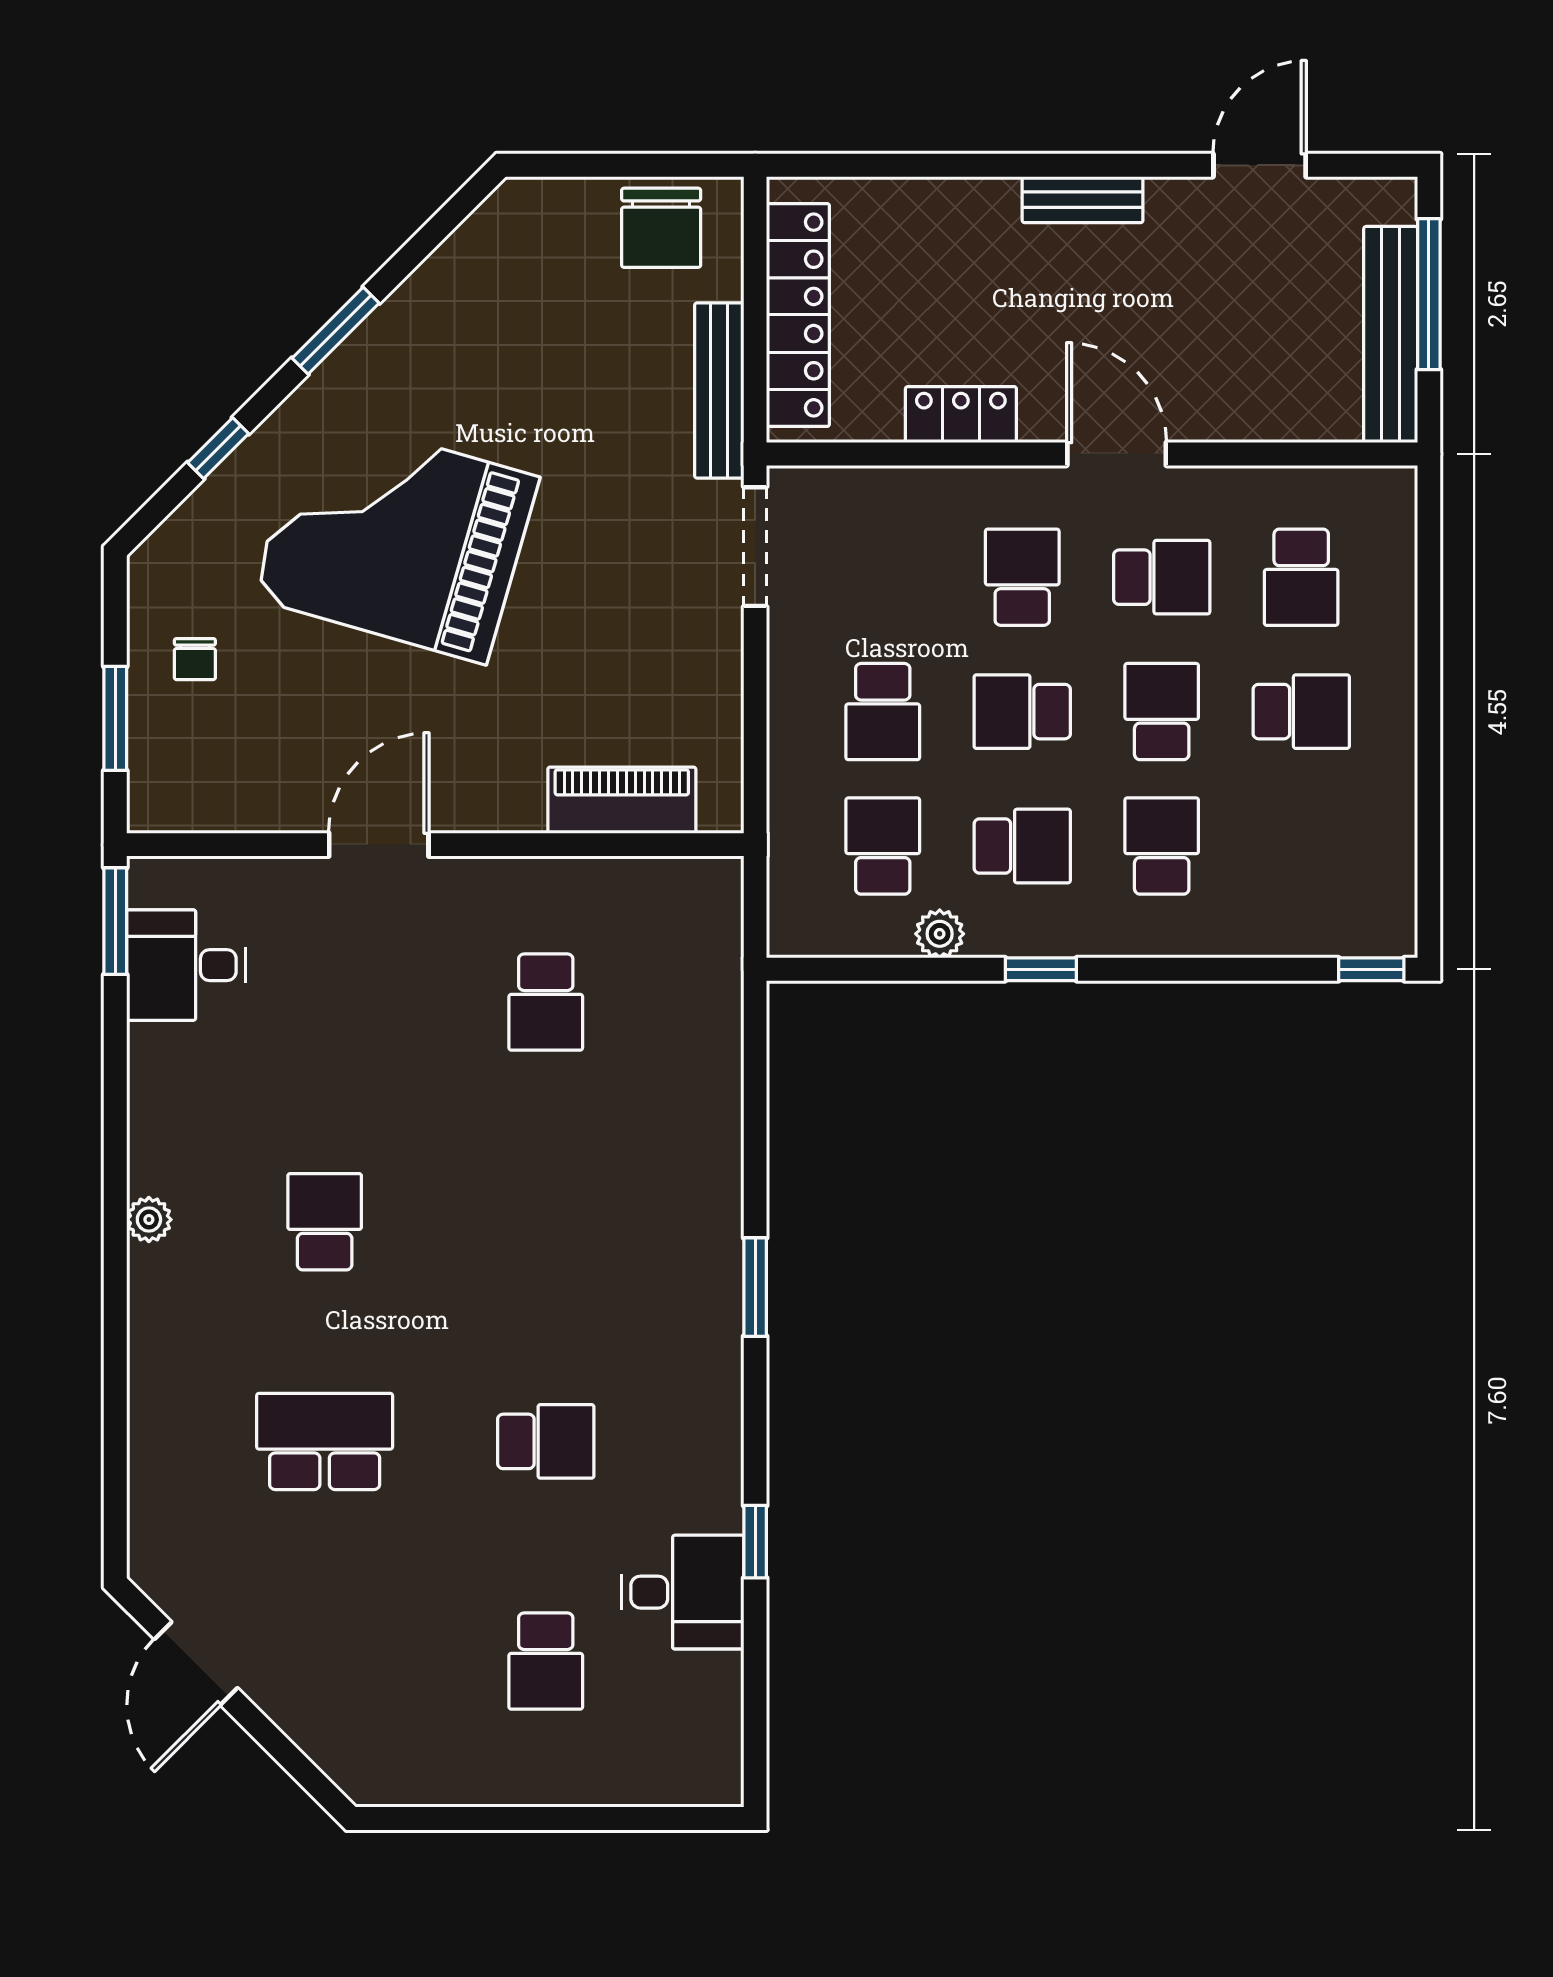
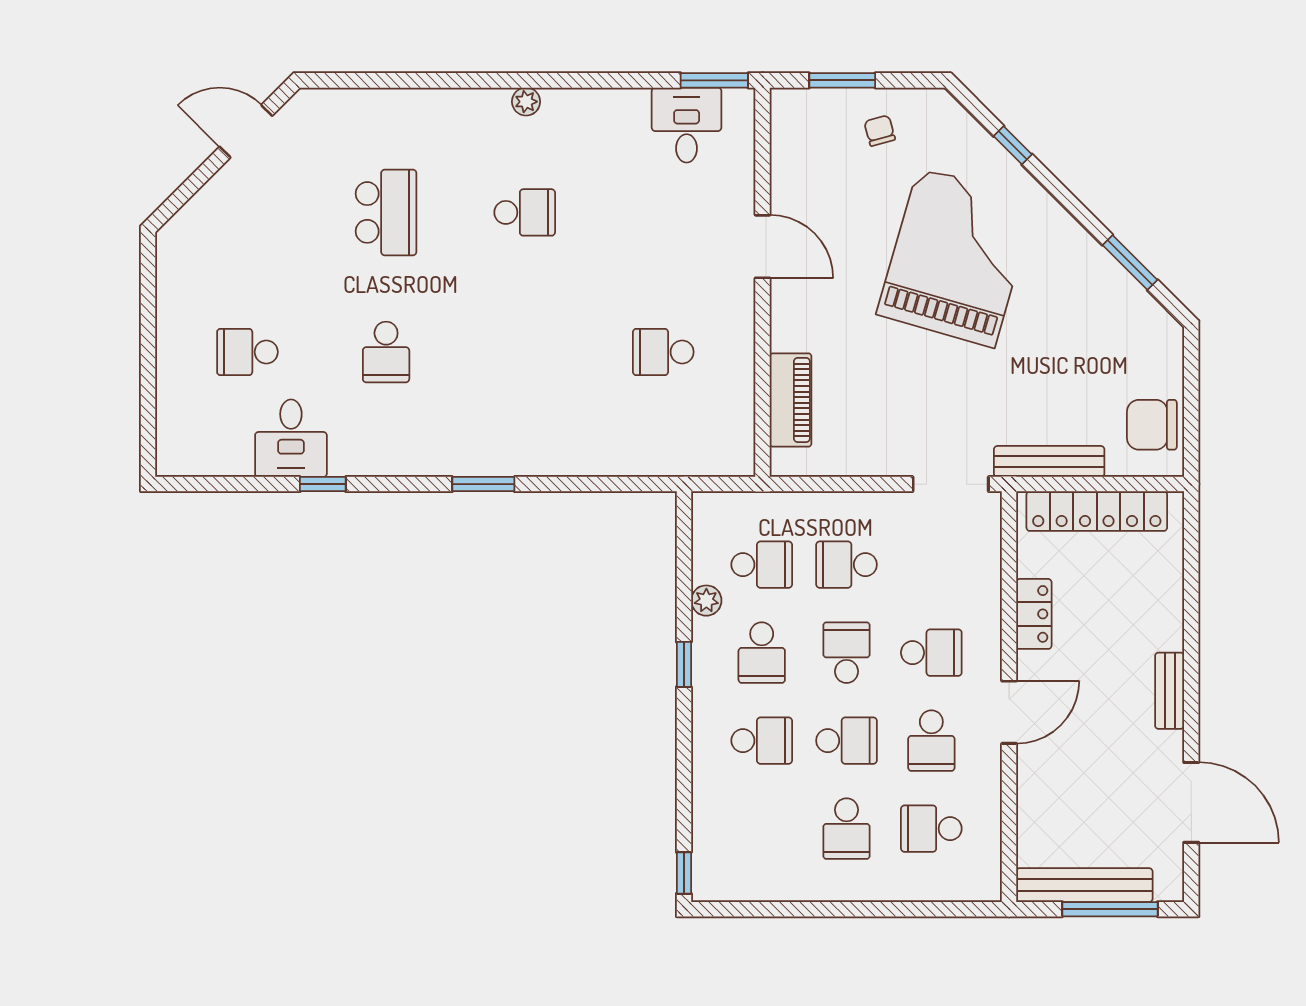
door: (1260, 165) -> (1191, 802), width x1.36
window: (336, 331) -> (1130, 262), moved
chair: (195, 659) -> (880, 131), turned 75

